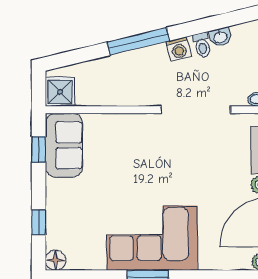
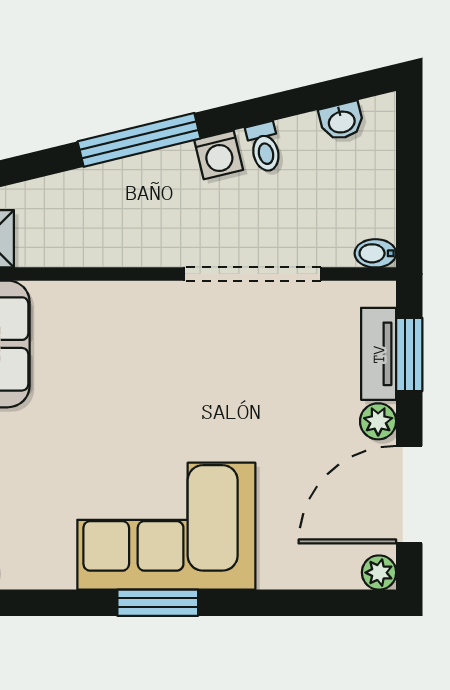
washbasin: (220, 37) -> (342, 121), moved

